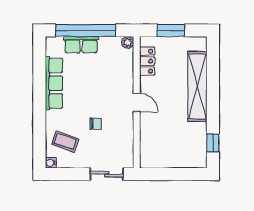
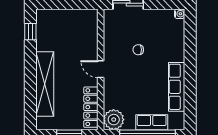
plant: (128, 42) -> (114, 120), width x1.88, depth x1.88
locker: (147, 61) -> (91, 107), width x1.53
coffee table: (65, 141) -> (166, 33), removed

